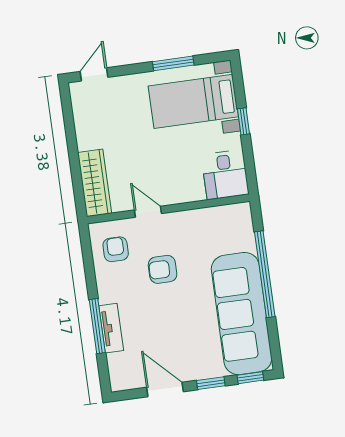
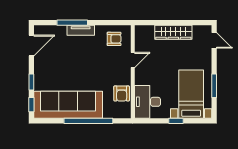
desk: (225, 175) -> (147, 102), width x1.37
wardrobe: (95, 183) -> (173, 32), moved
armchair: (163, 269) -> (122, 94), moved, turned 180
tv unit: (111, 328) -> (81, 30), moved
door: (165, 390) -> (31, 45), moved

